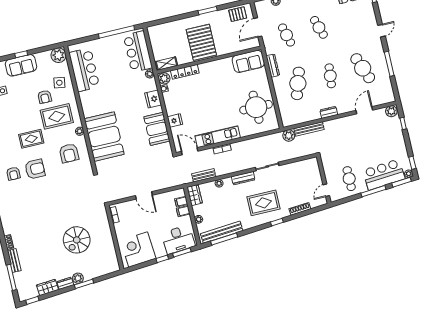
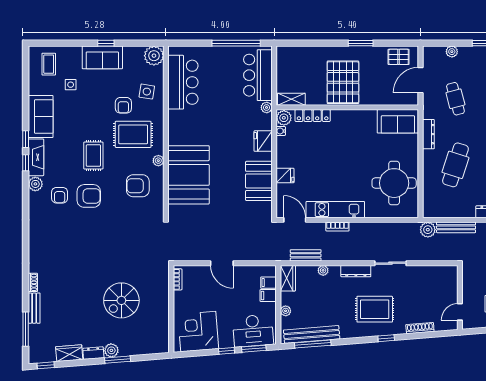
rug: (31, 139) -> (93, 156), turned 90
armchair: (69, 153) -> (138, 186), turned 90

